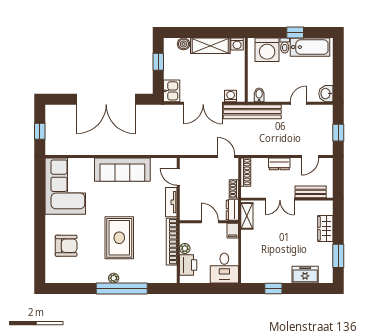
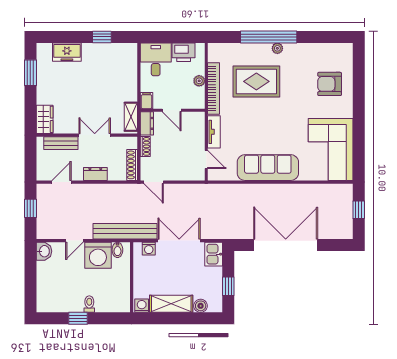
bathtub: (310, 47) -> (61, 302), removed
washing machine: (267, 50) -> (98, 255), moved, turned 180
wardrobe: (325, 228) -> (45, 119), moved
rug: (119, 238) -> (256, 81), moved, turned 90
printer: (188, 265) -> (184, 52), moved, turned -90

